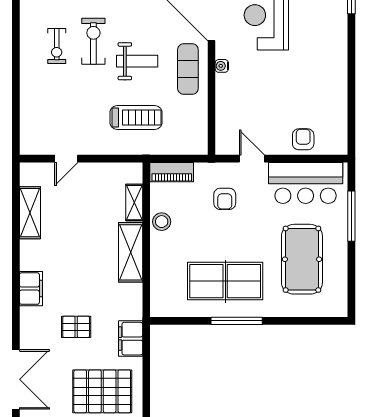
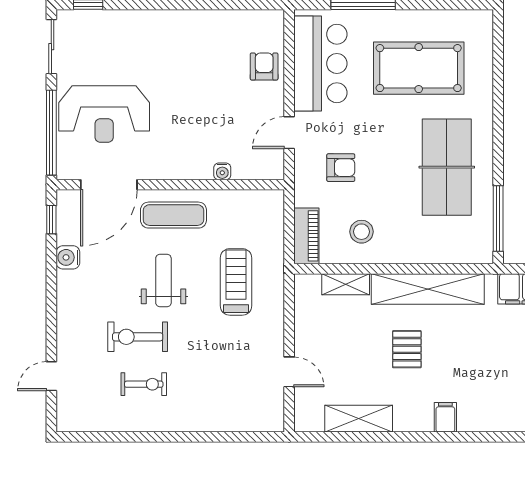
water cooler: (222, 66) -> (222, 171), moved
armchair: (303, 139) -> (264, 67), turned 90
stool: (162, 222) -> (362, 232), moved
shelving: (131, 252) -> (428, 289), width x1.47
filing cabinet: (31, 289) -> (445, 417), width x0.50
window: (237, 321) -> (498, 219), moved
pallet: (76, 327) -> (407, 349), moved

